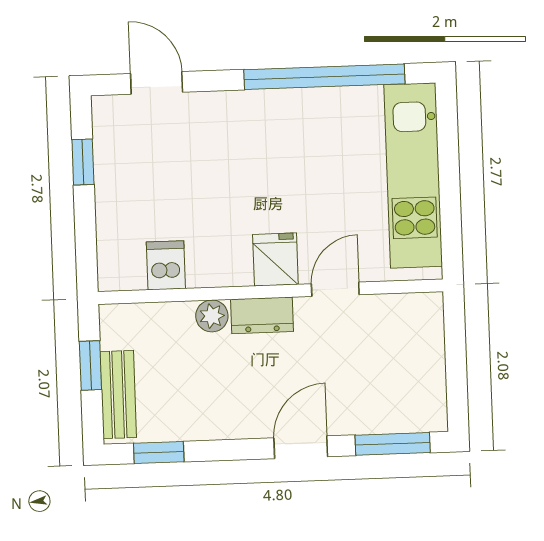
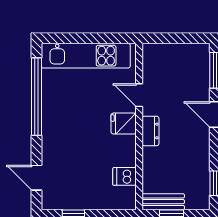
door: (157, 83) -> (36, 178), hinge flipped
plant: (212, 316) -> (150, 155), removed
bench: (118, 395) -> (163, 202), moved

